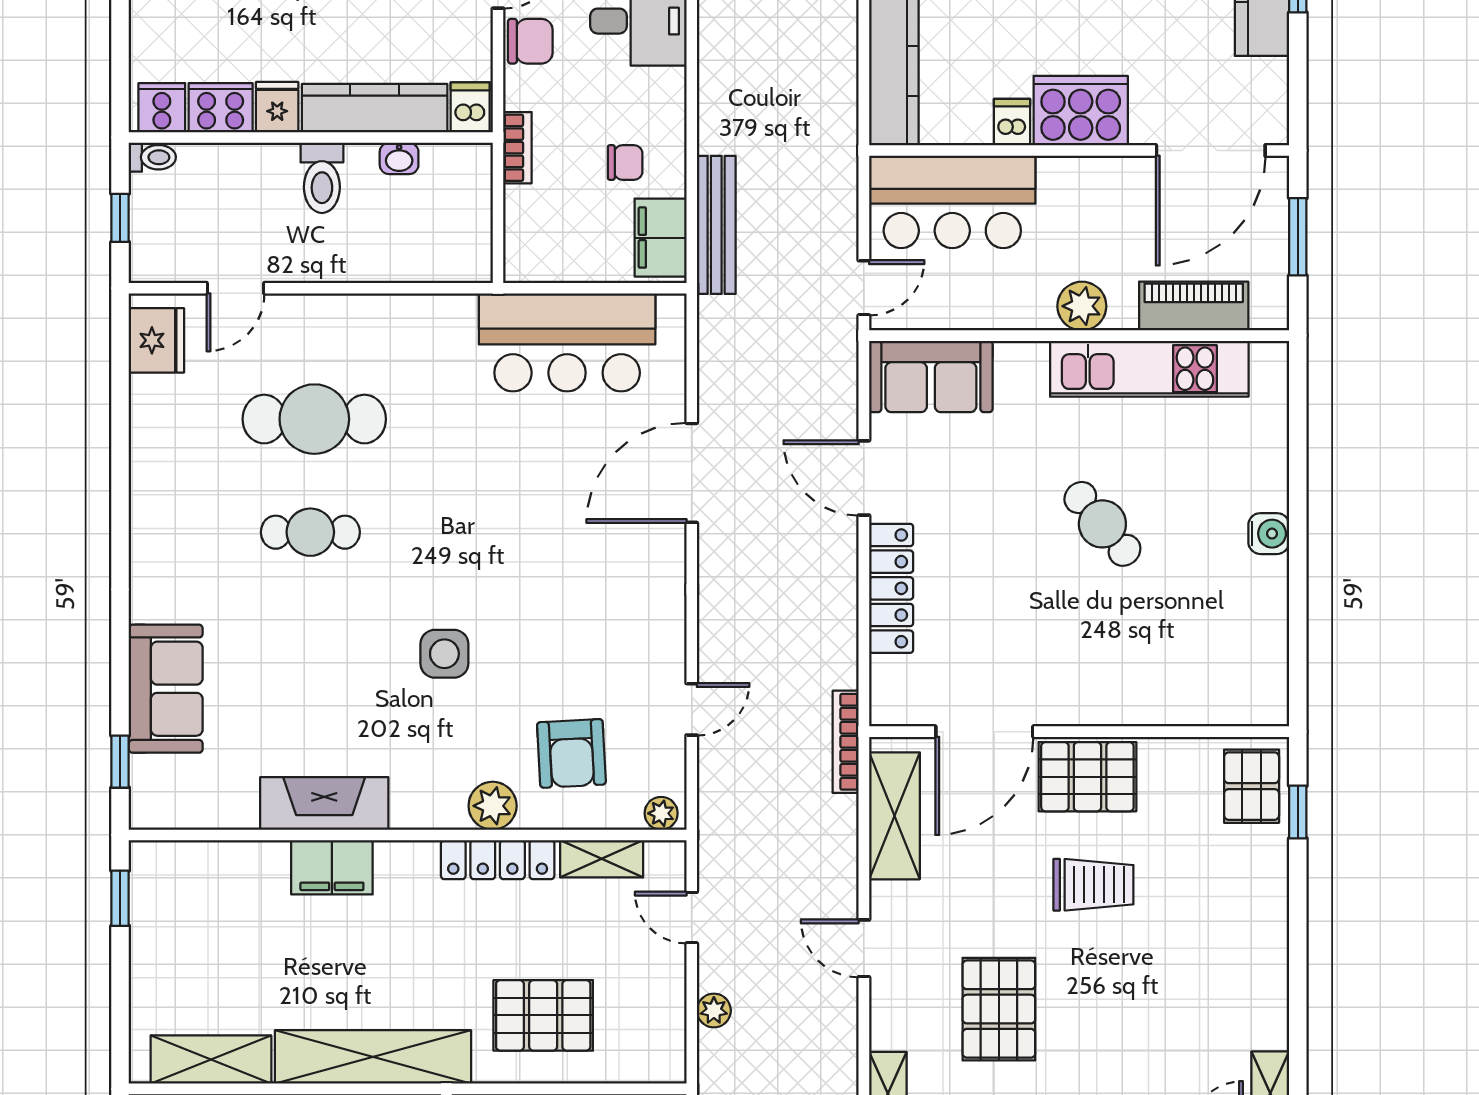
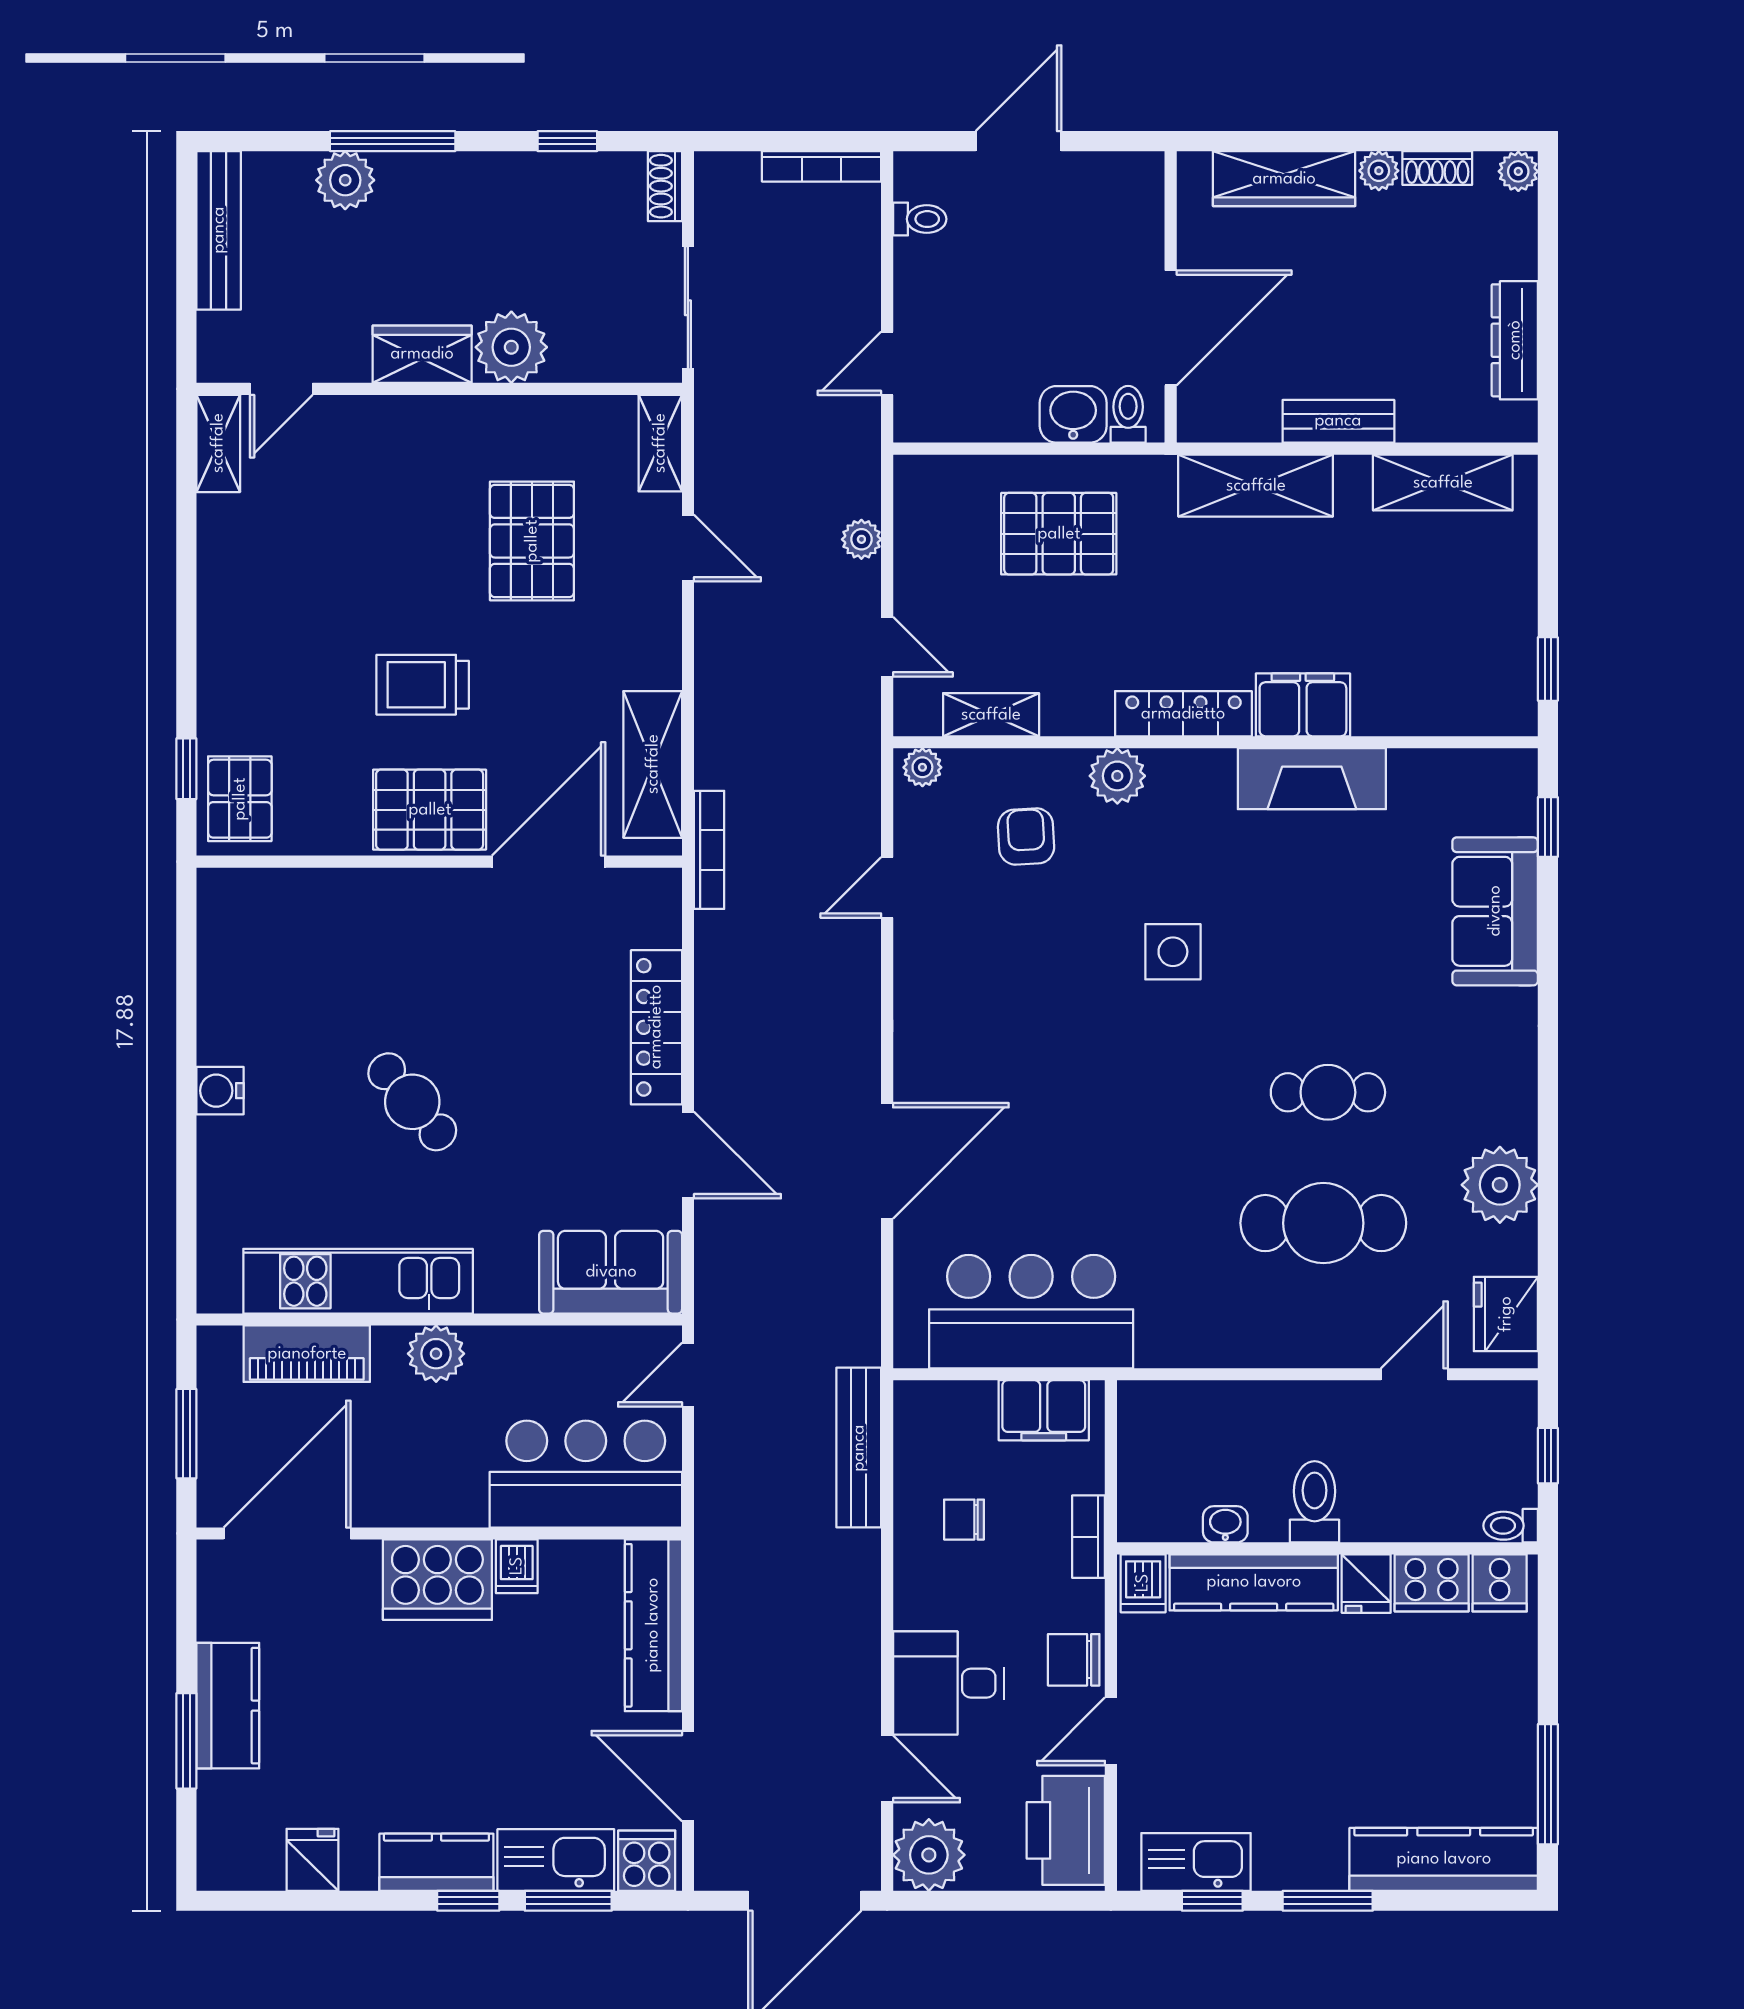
filing cabinet: (661, 238) -> (1044, 1410), moved, turned 90
plant: (162, 452) -> (1500, 1185), added
armchair: (571, 753) -> (1026, 837), width x0.72, depth x0.72
locker: (498, 860) -> (1183, 714), moved
door: (864, 948) -> (688, 548), moved
shelving: (373, 1057) -> (1256, 486), width x0.68

